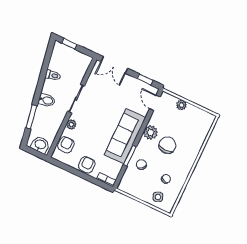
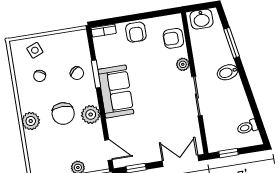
window: (69, 44) -> (228, 153), moved
toilet: (53, 75) -> (247, 127), moved
sofa: (125, 136) -> (116, 92), width x0.73
armchair: (66, 145) -> (173, 38), turned 90
plant: (191, 154) -> (31, 121), added

